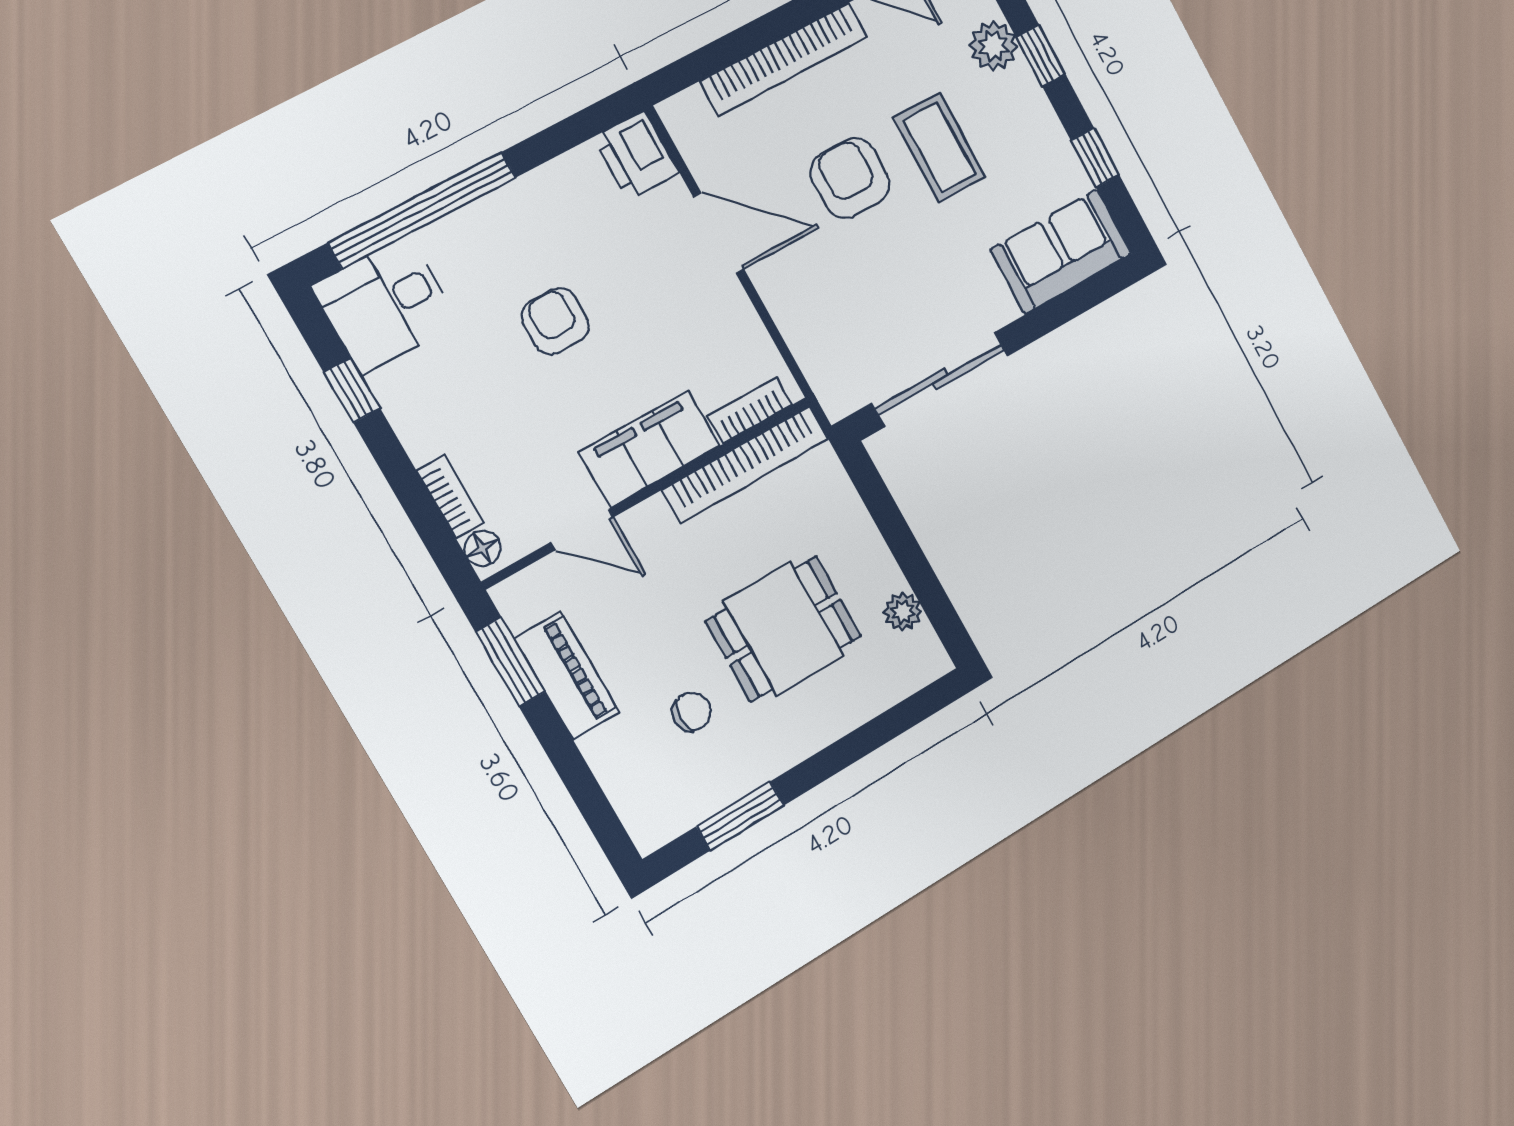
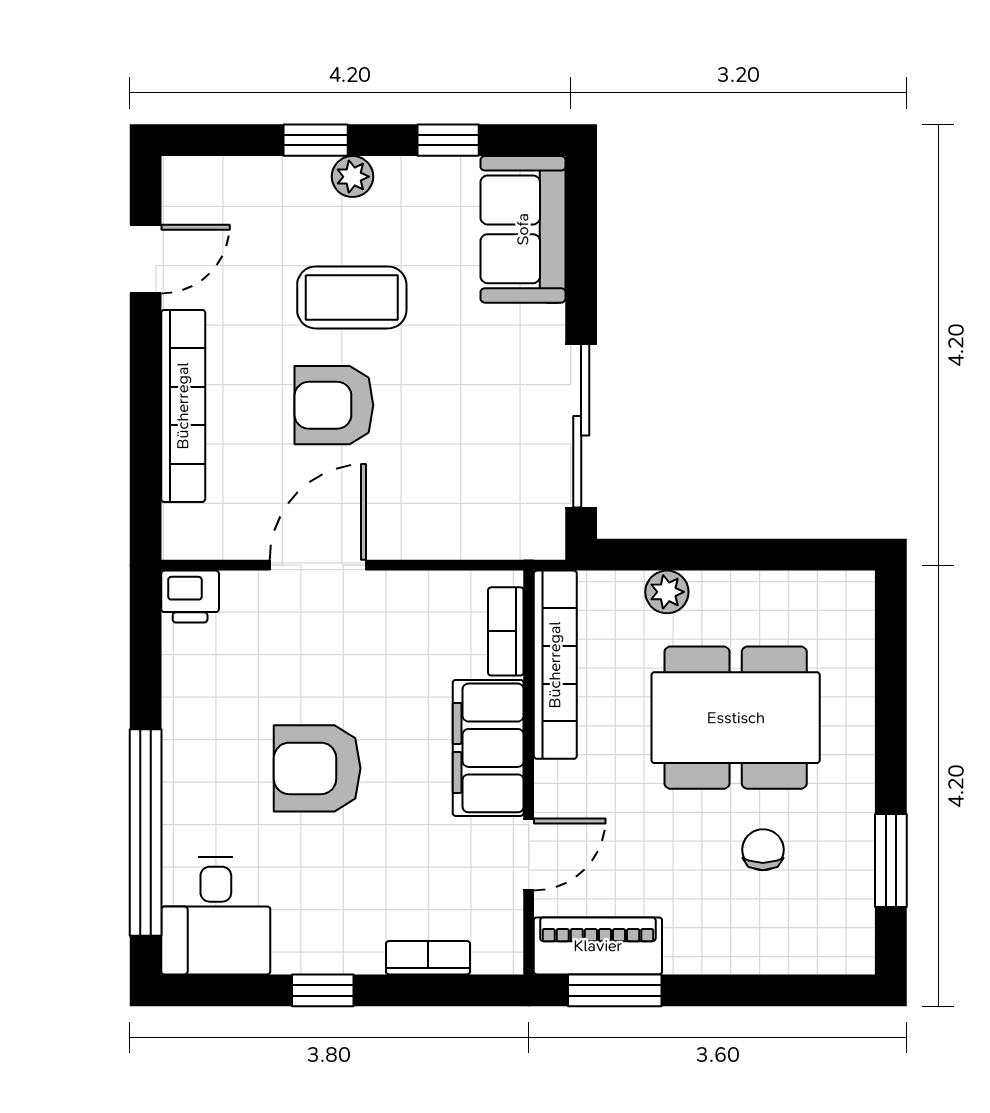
plant: (993, 46) -> (353, 177), moved, width x0.73, depth x0.73
printer: (636, 155) -> (190, 597), width x0.73, depth x0.81
armchair: (555, 321) -> (317, 768), width x1.38, depth x1.38
window: (352, 390) -> (323, 990), moved
floor lamp: (482, 548) -> (493, 956), removed
plant: (903, 612) -> (667, 592), moved
dining table: (784, 629) -> (736, 718), width x1.37
piano: (567, 675) -> (598, 946), moved

